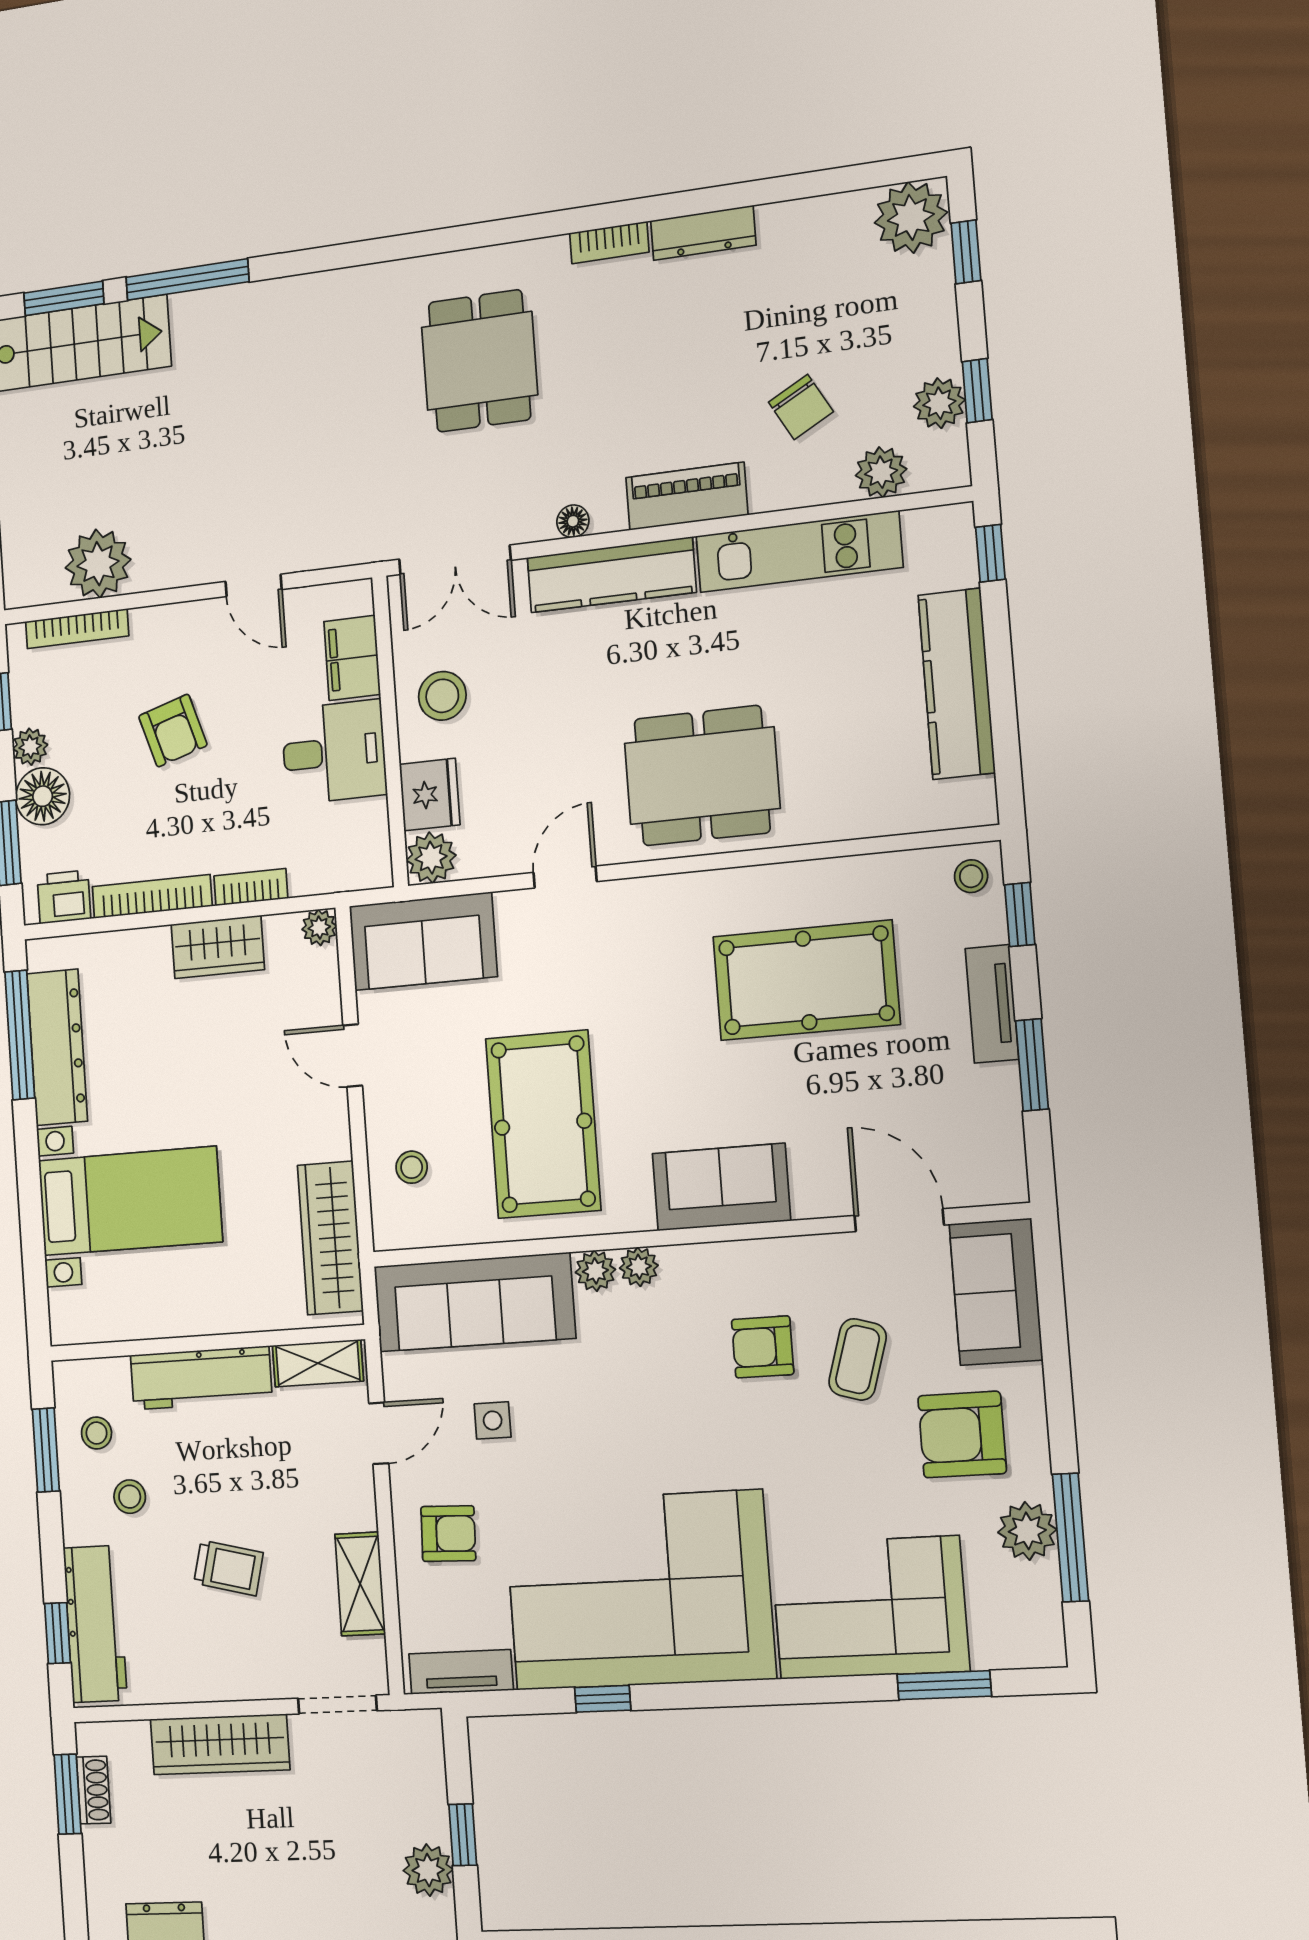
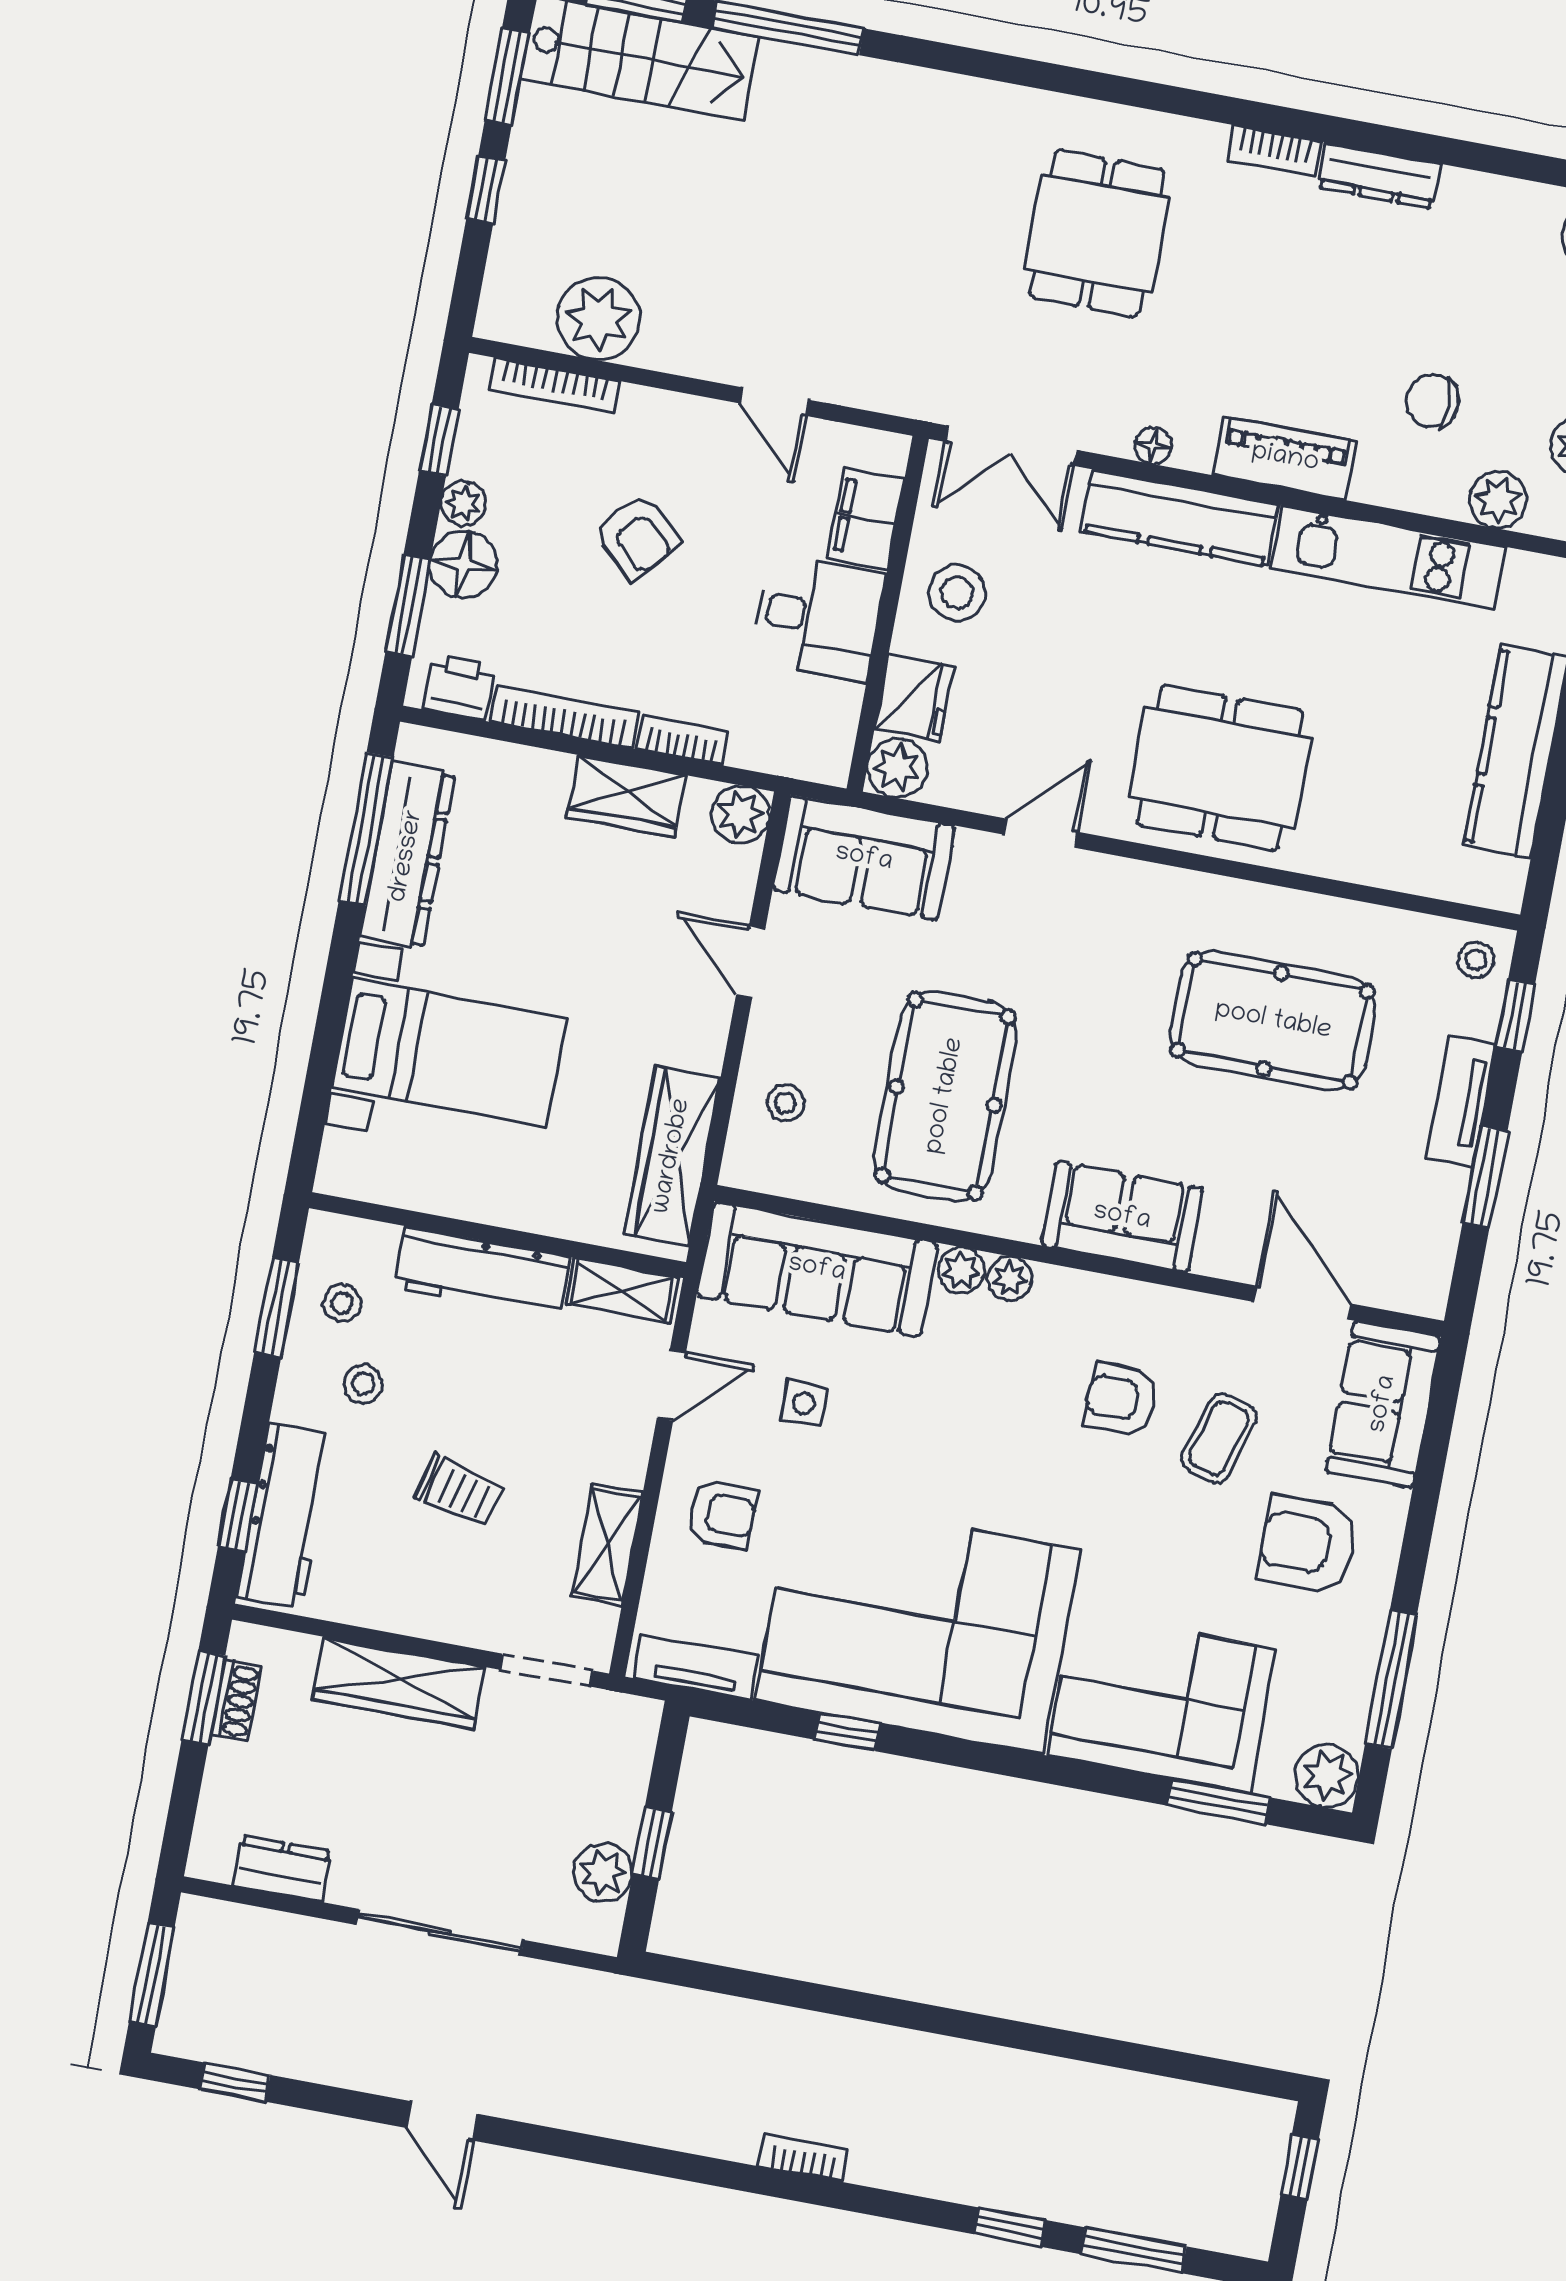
chair: (801, 407) -> (1433, 401), turned 119
armchair: (173, 731) -> (638, 537), turned -30
plant: (319, 928) -> (740, 815), width x1.38, depth x1.38
plant: (1027, 1531) -> (1327, 1776), moved

